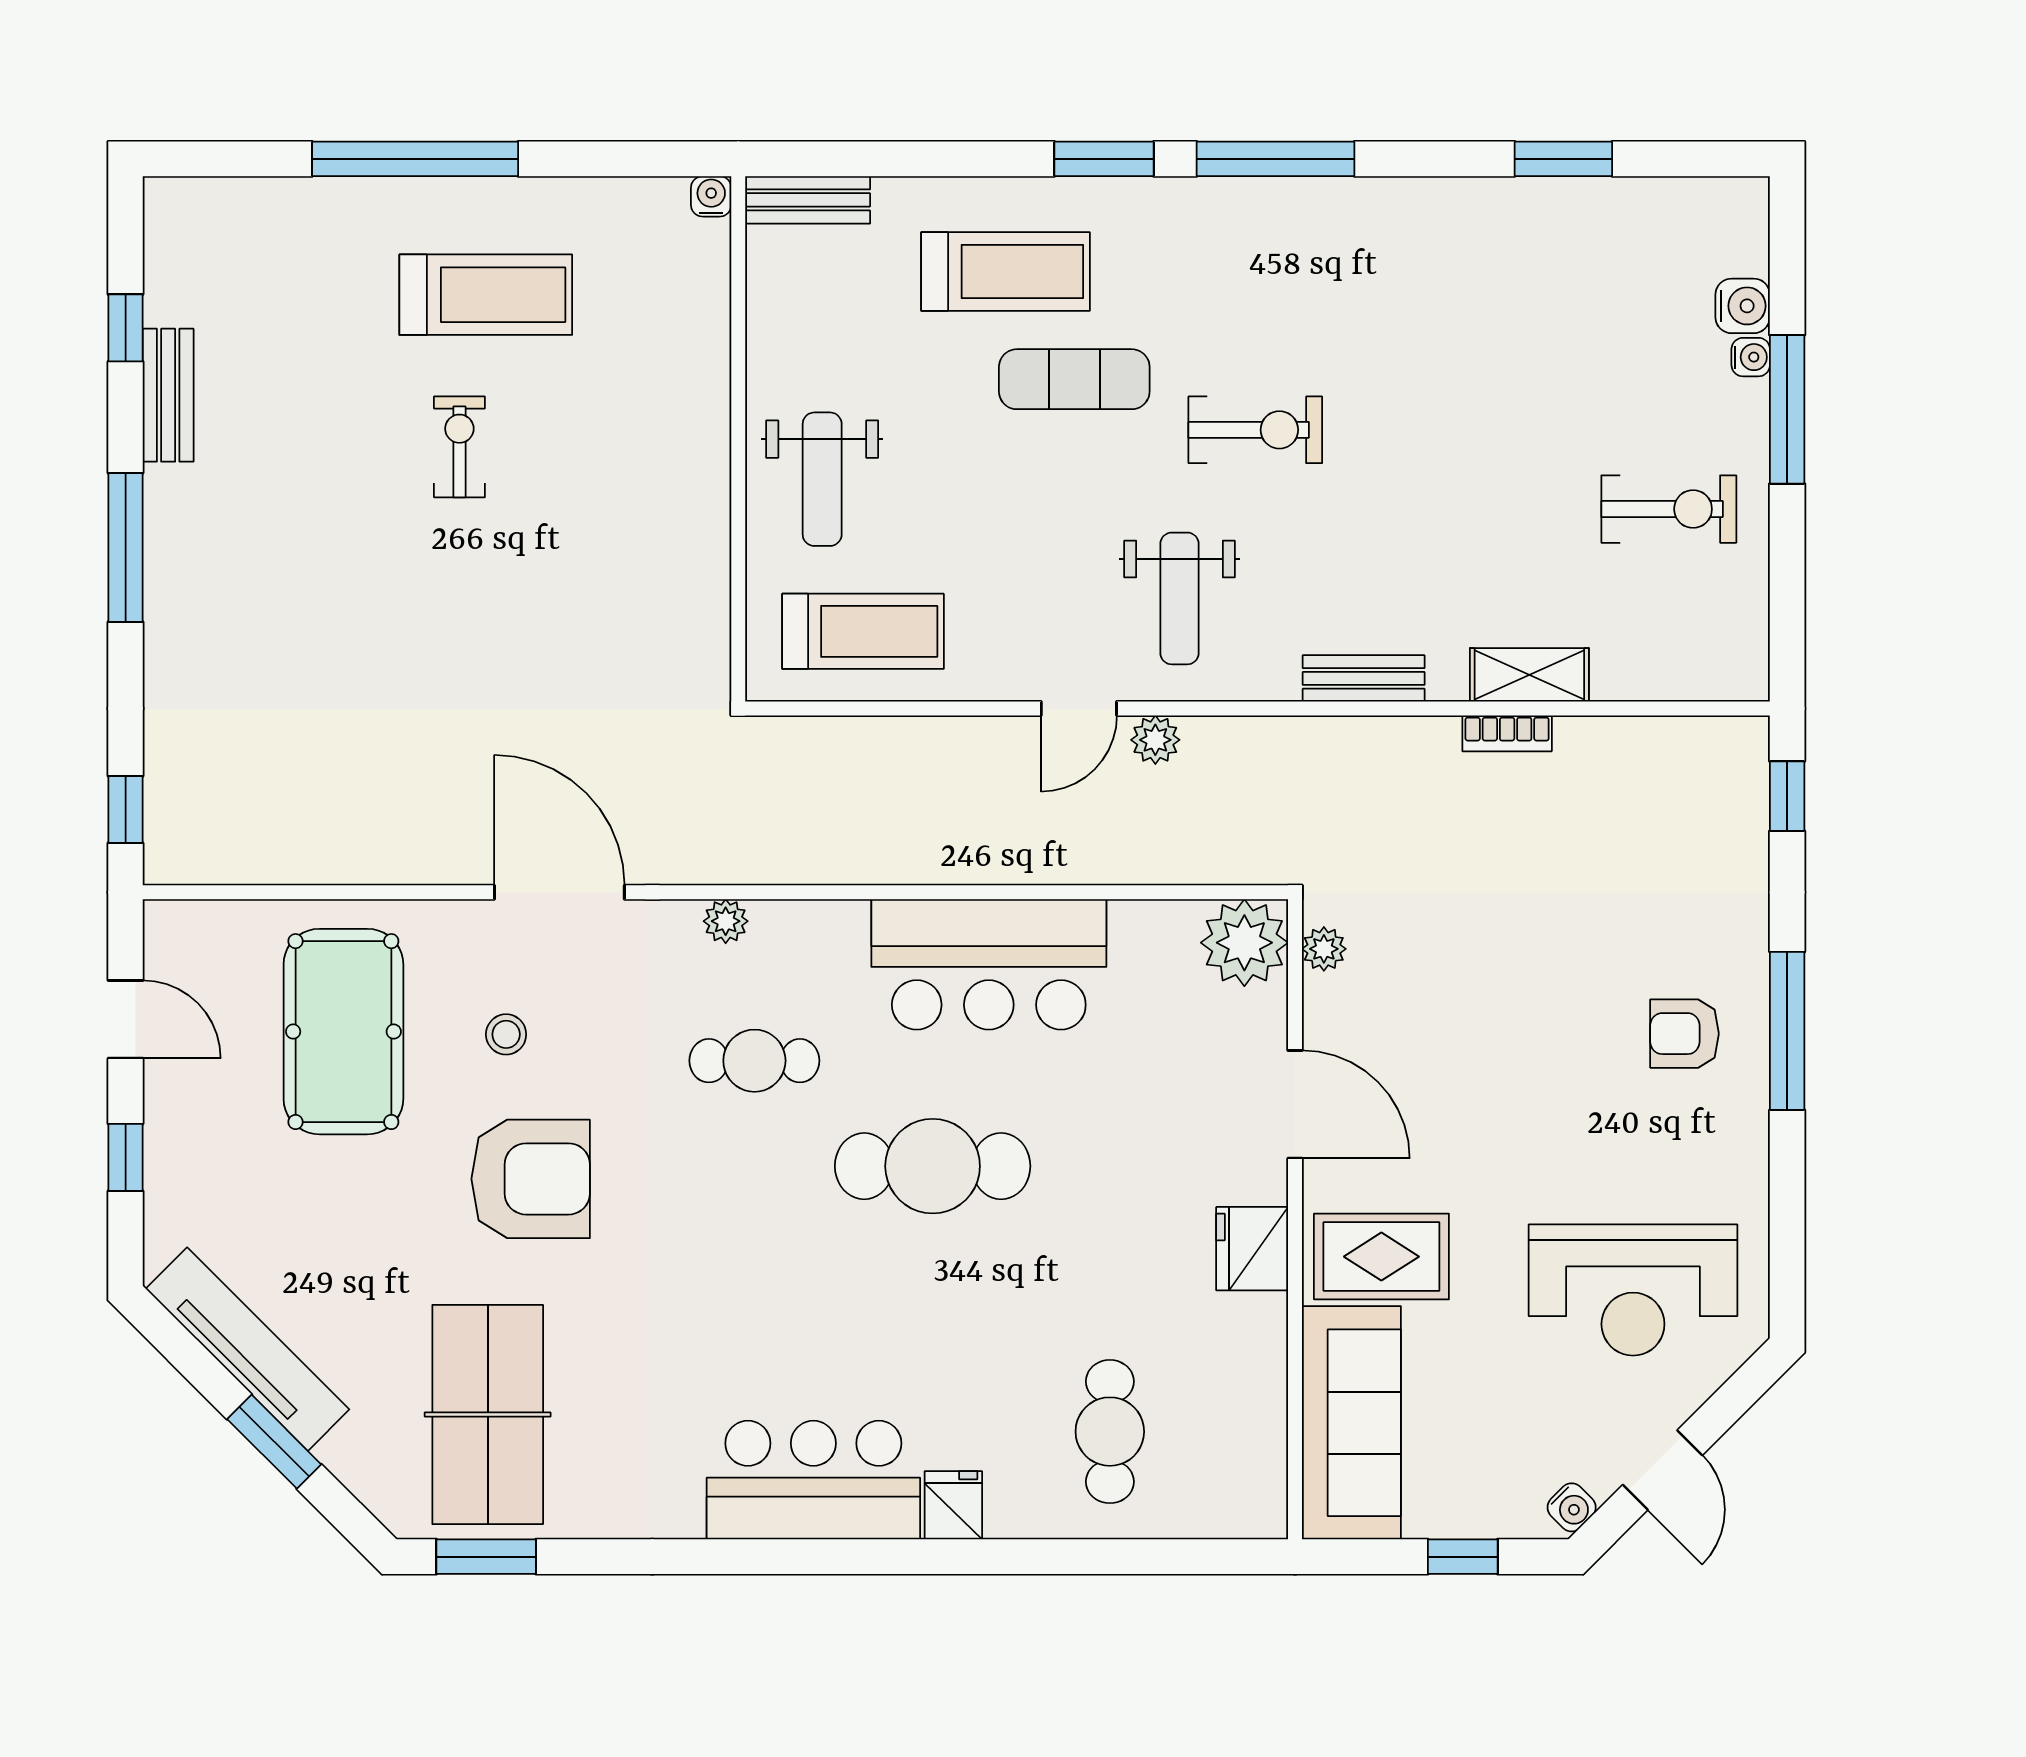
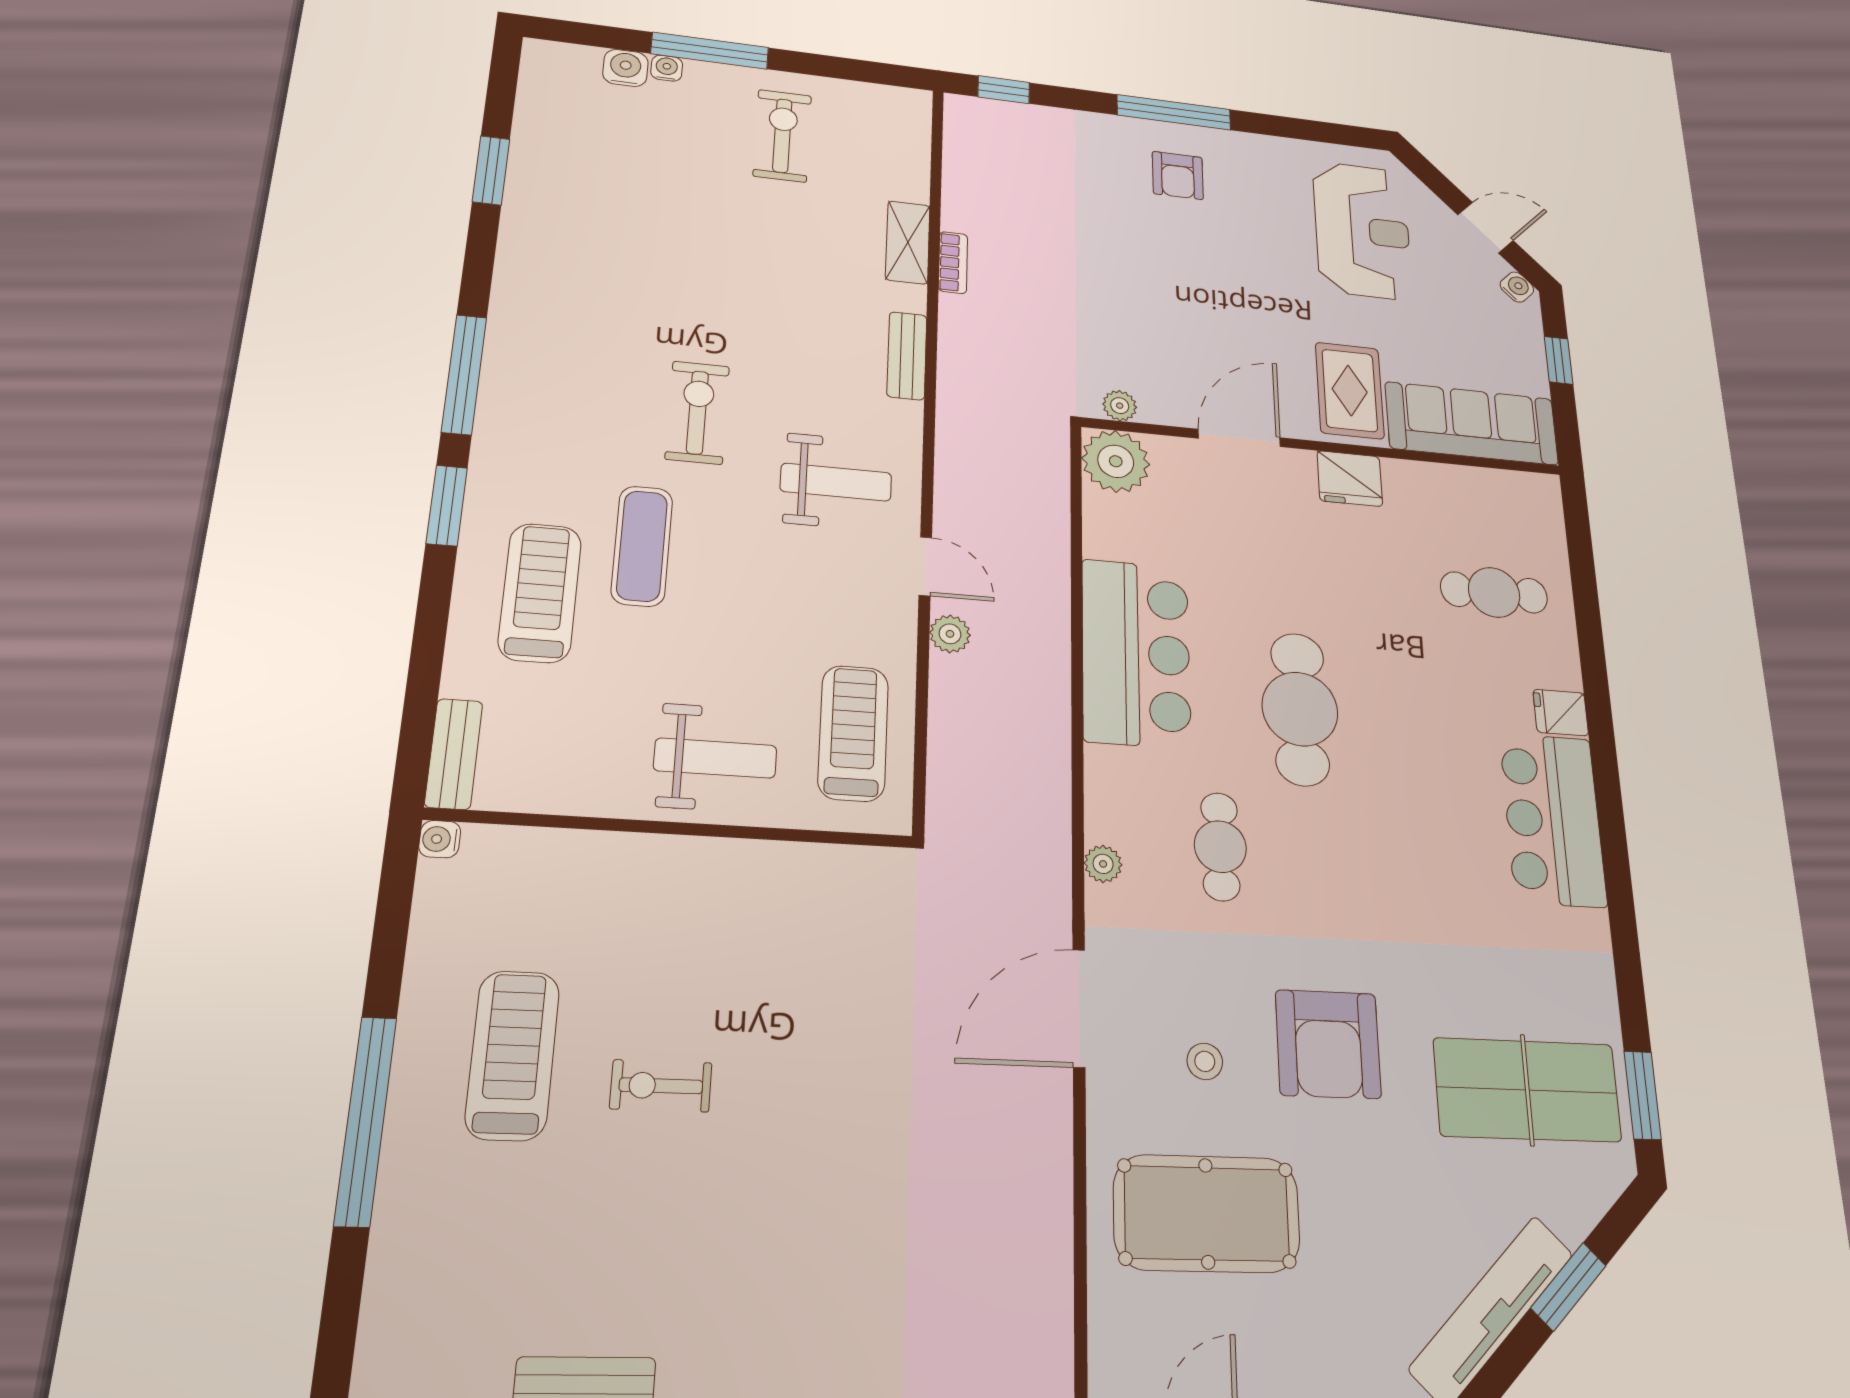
plant: (1155, 740) -> (950, 634), moved
armchair: (531, 1179) -> (1328, 1044), turned 180

